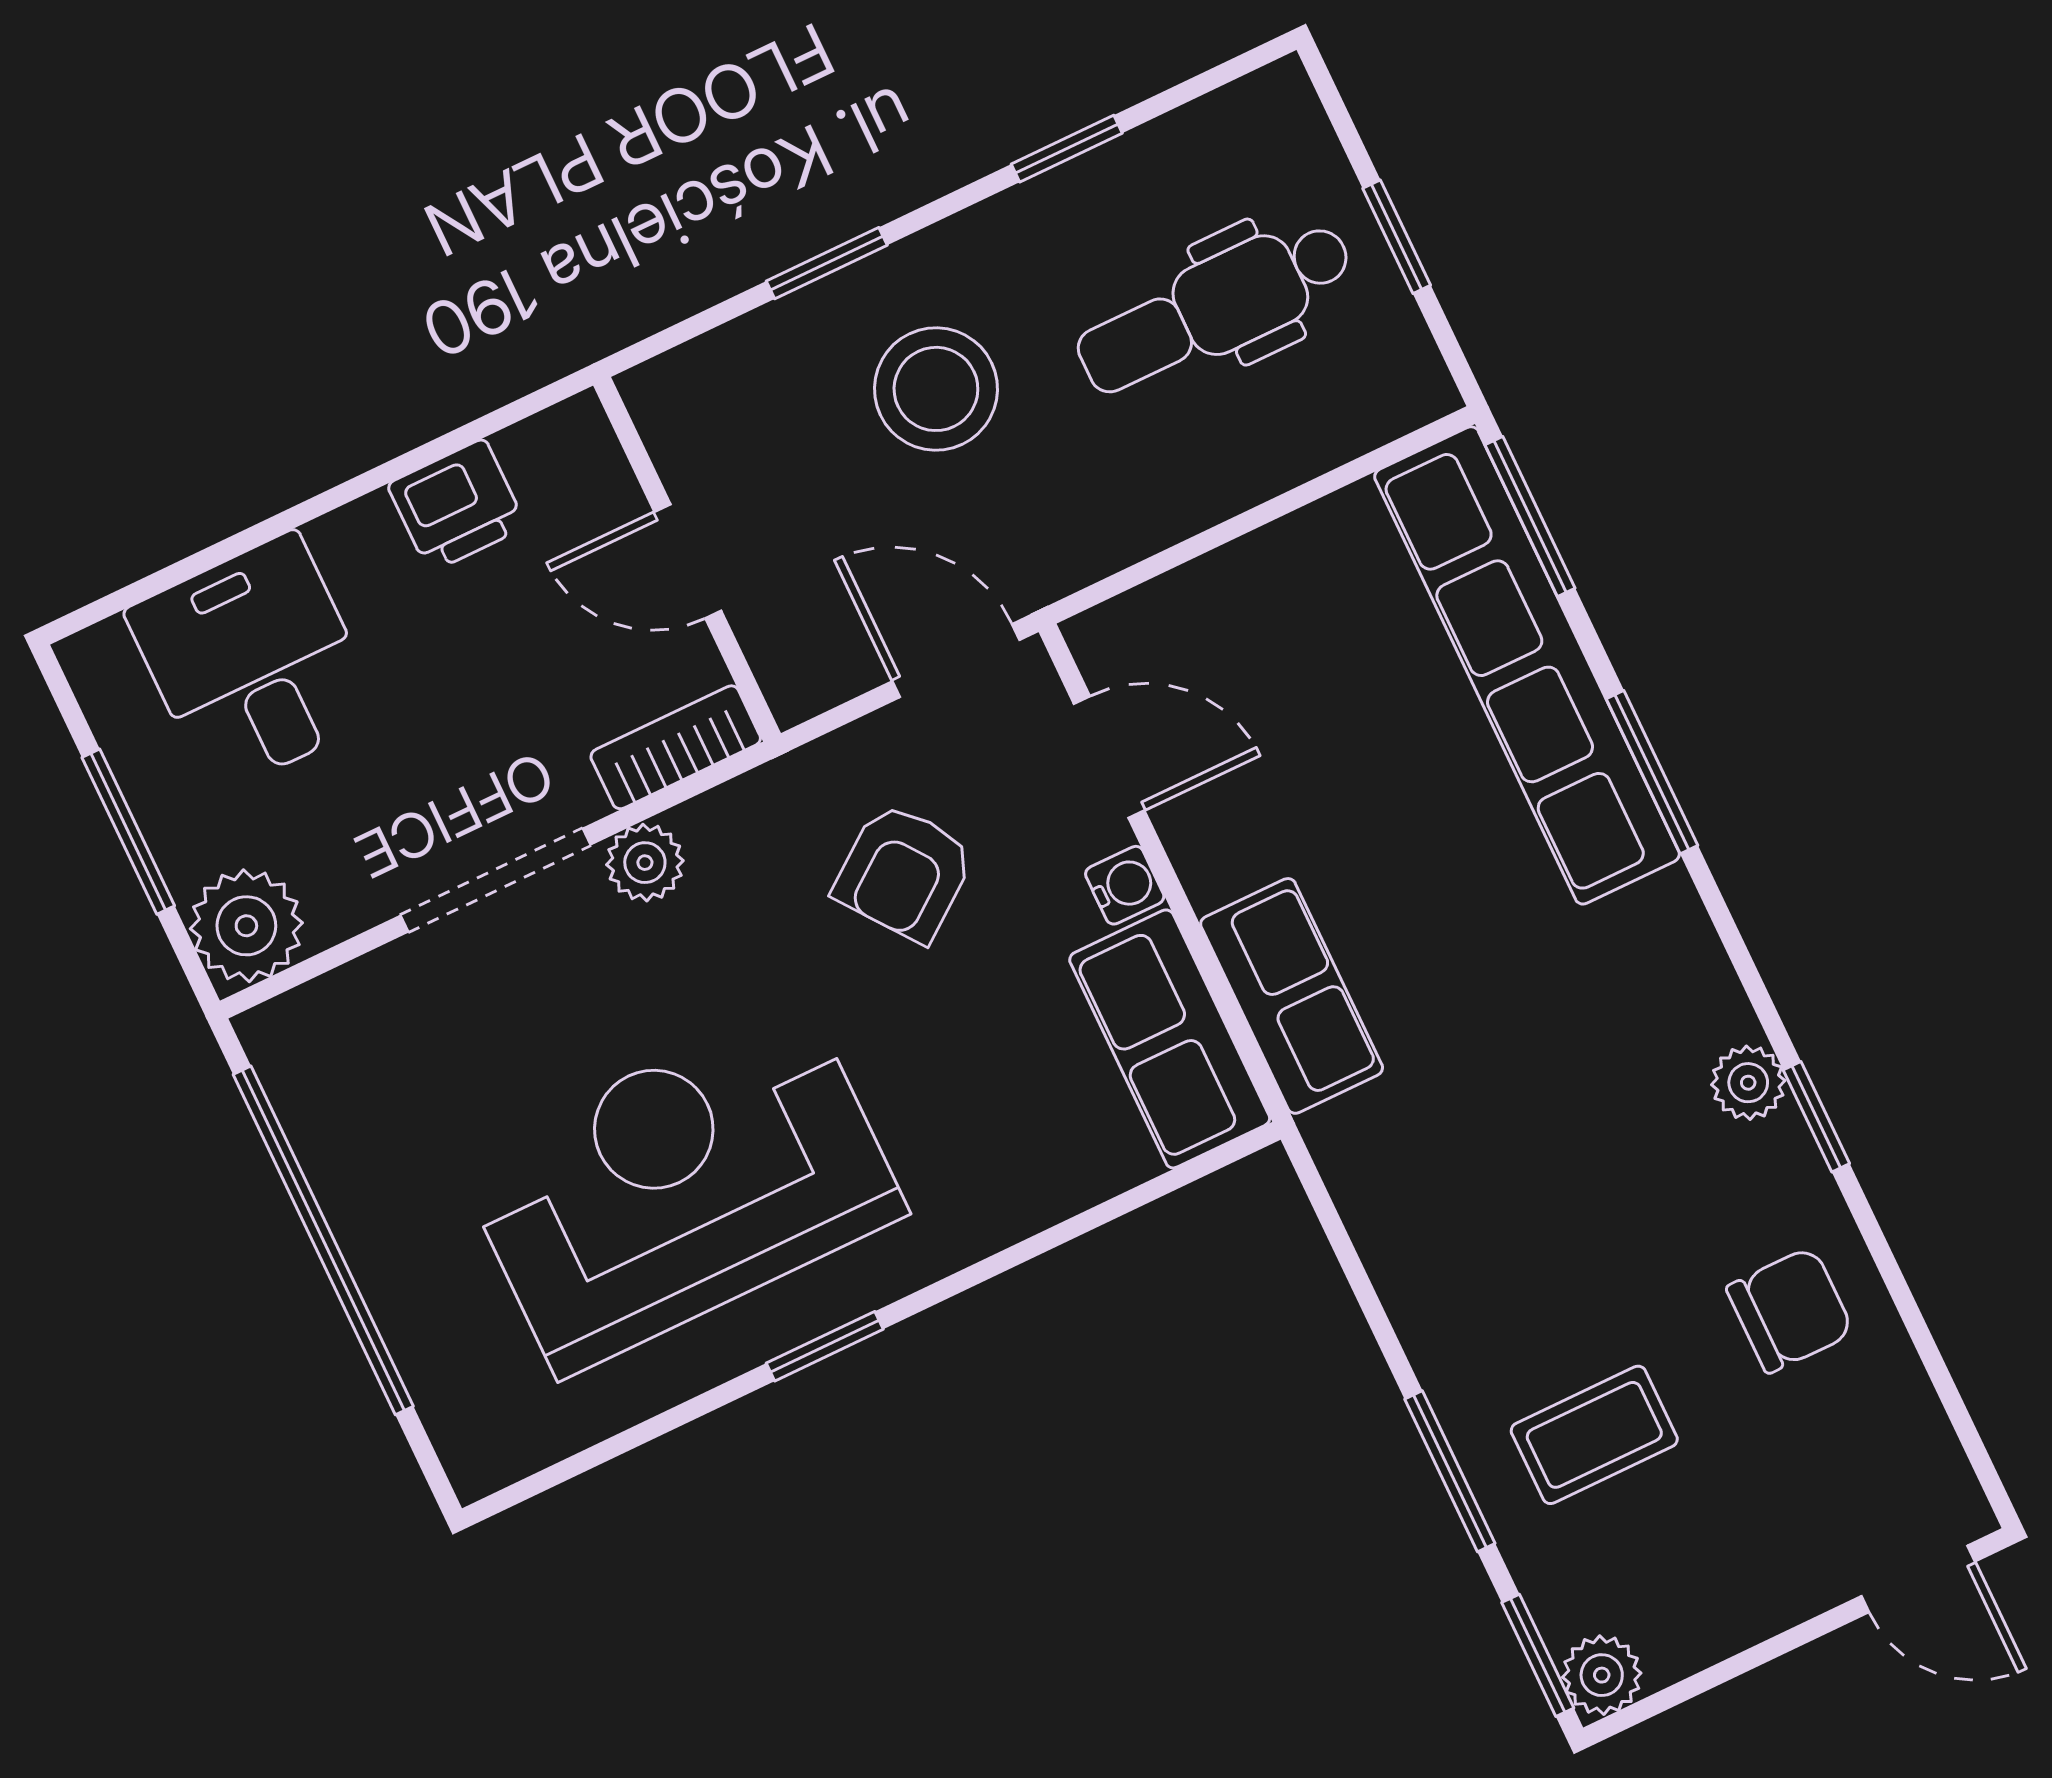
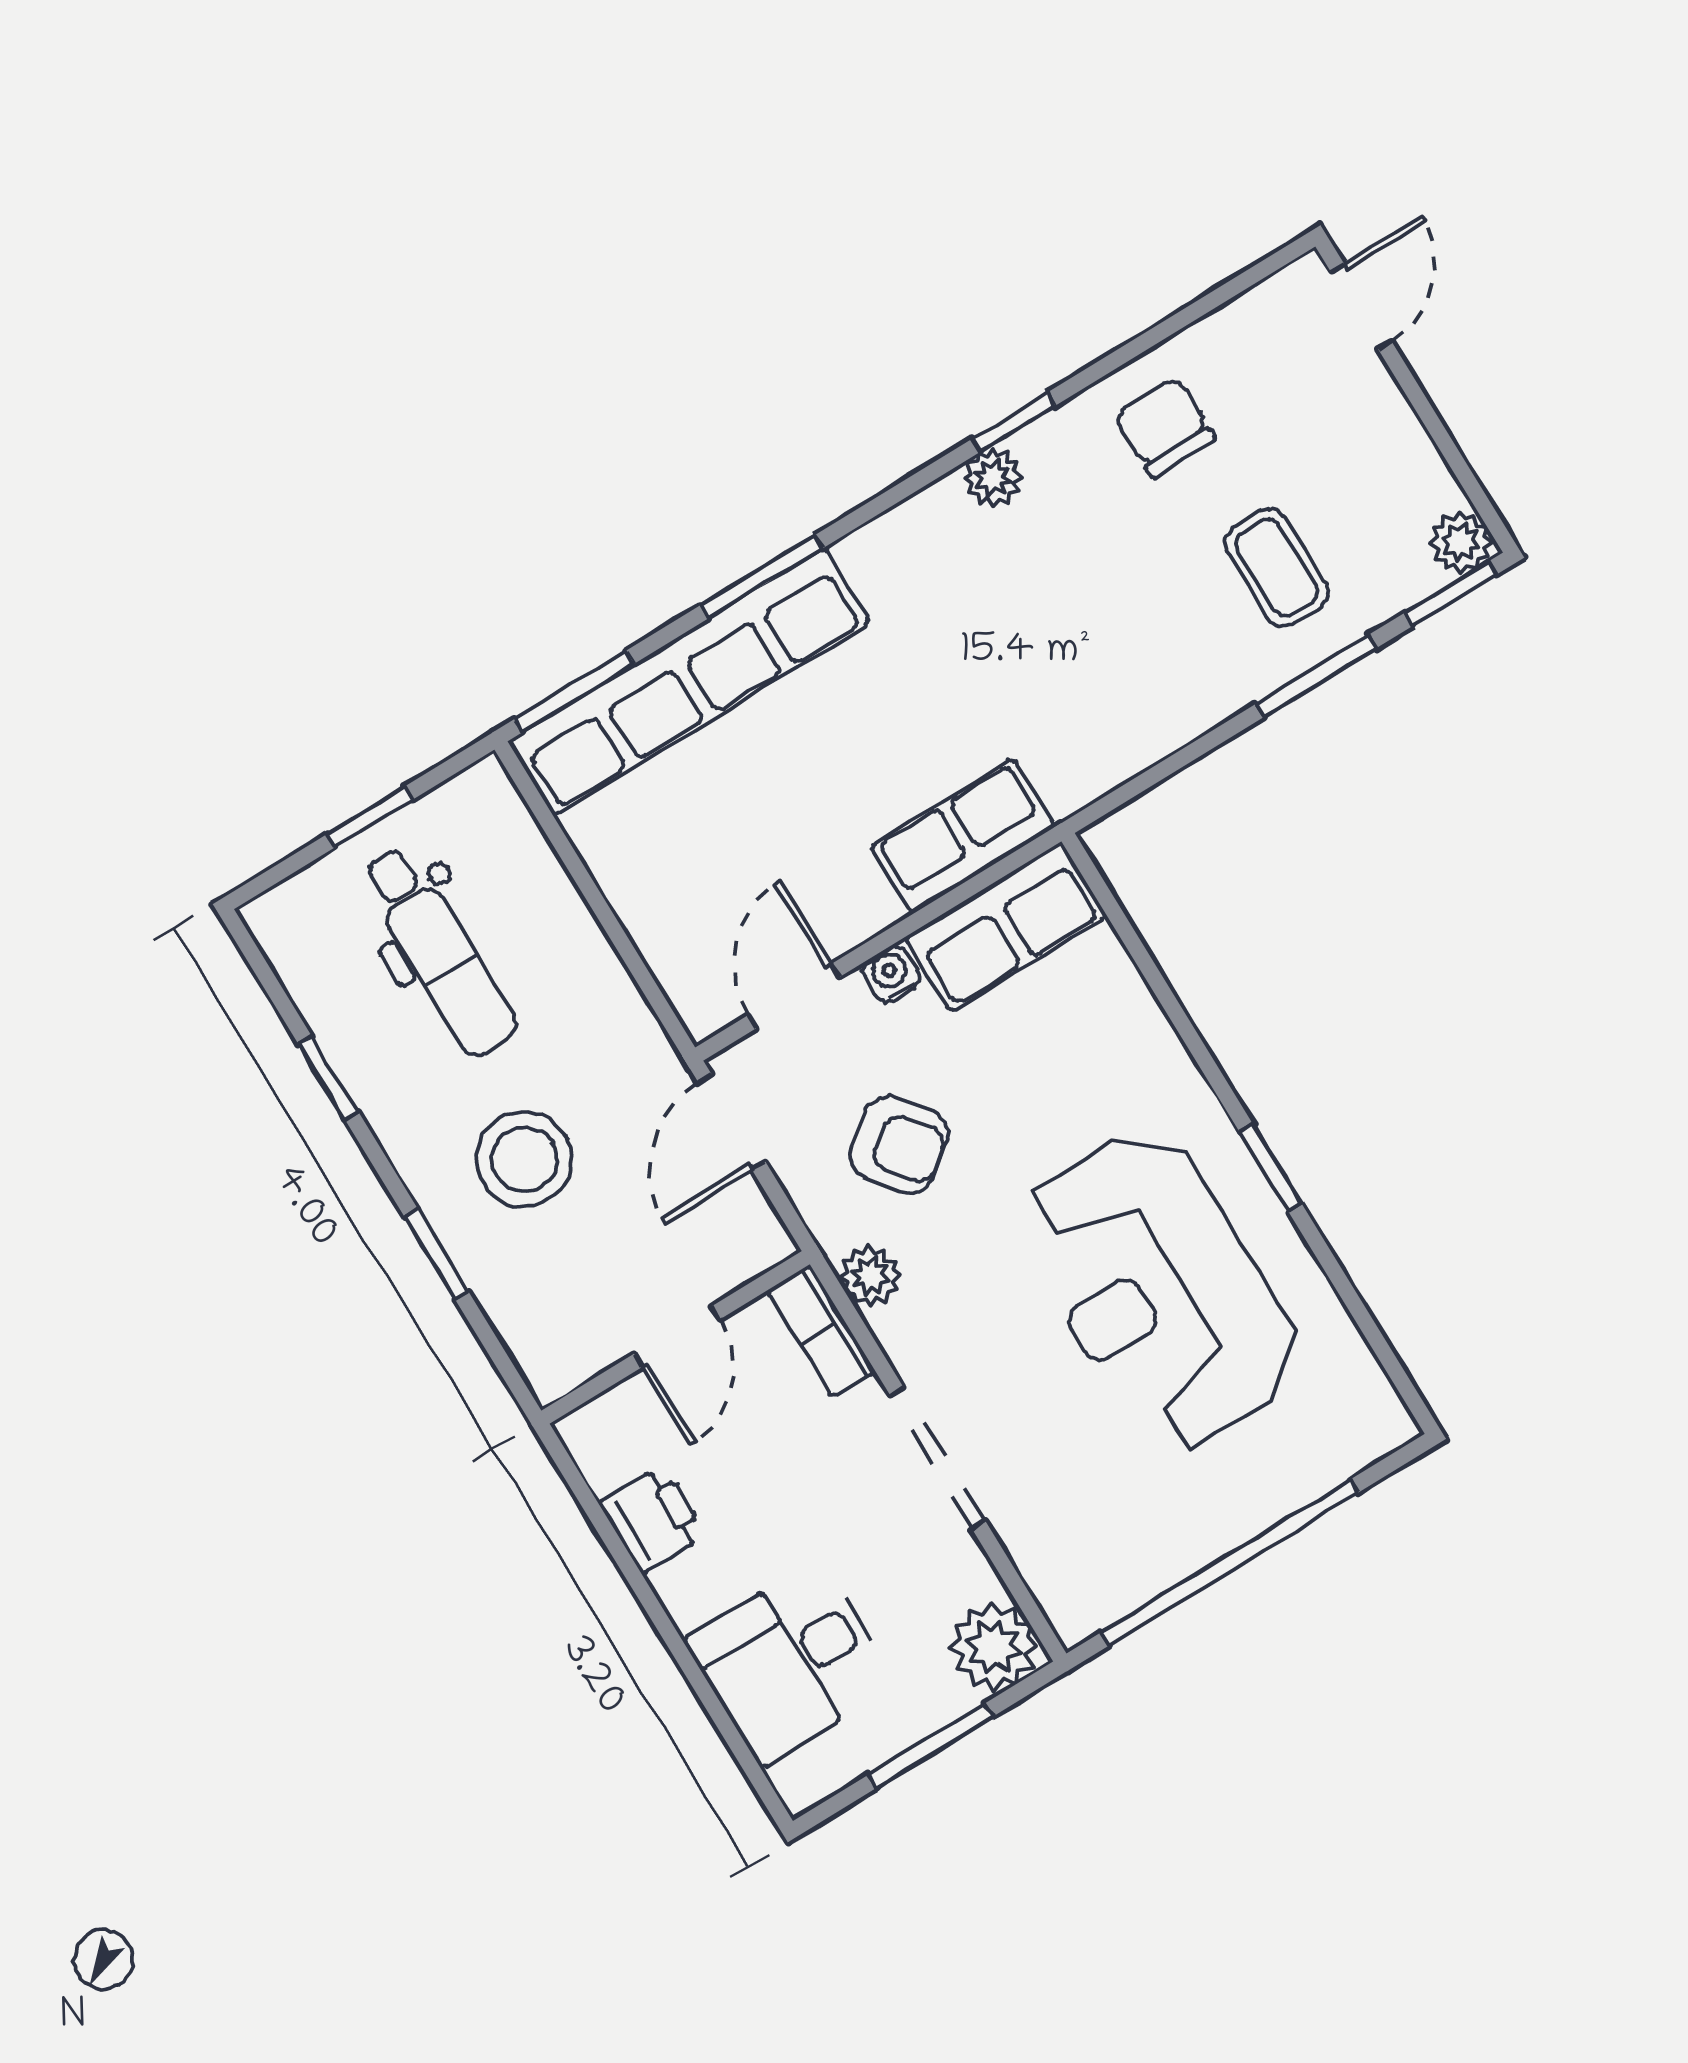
plant: (645, 863) -> (870, 1276), moved

